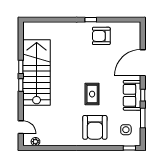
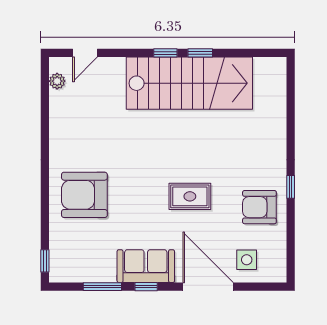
armchair: (101, 36) -> (259, 207), turned -90
rug: (92, 94) -> (190, 196), moved
side table: (126, 130) -> (247, 260), moved

